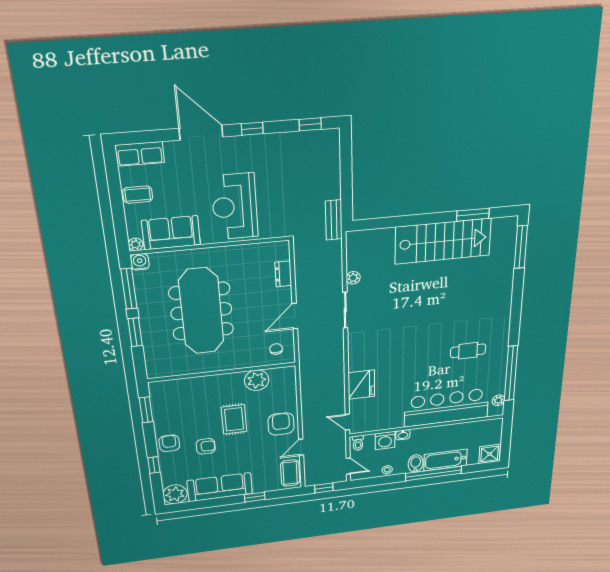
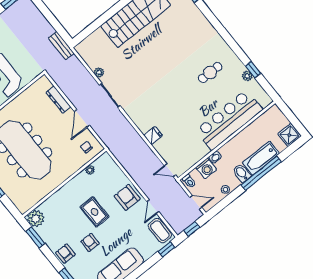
dresser: (283, 274) -> (58, 100), width x1.44
window: (511, 373) -> (253, 70), width x0.32
plant: (257, 380) -> (90, 170), width x0.53, depth x0.53
fridge: (361, 385) -> (153, 136), width x0.53, depth x0.75
plant: (161, 391) -> (36, 218), added
plant: (498, 400) -> (247, 76), moved
armchair: (206, 446) -> (90, 242), turned -90
window: (255, 497) -> (166, 249), moved

